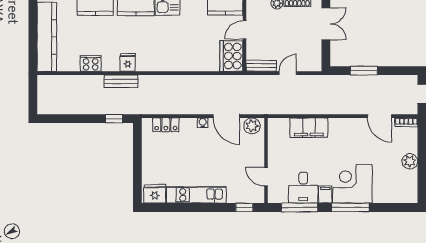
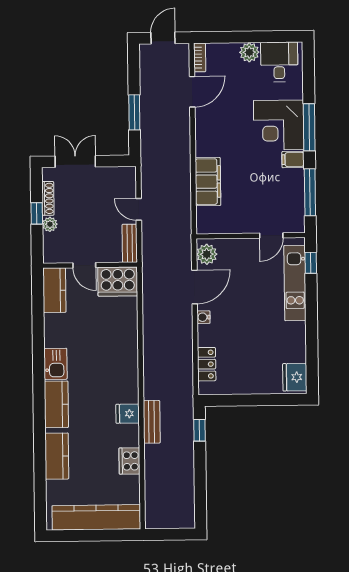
desk: (303, 188) -> (279, 62), moved, turned -90
kitchen unit: (196, 195) -> (295, 283), moved

